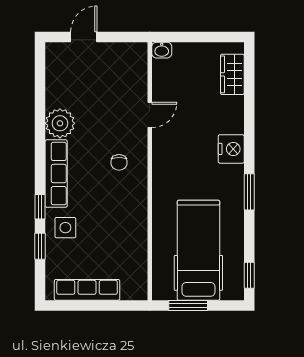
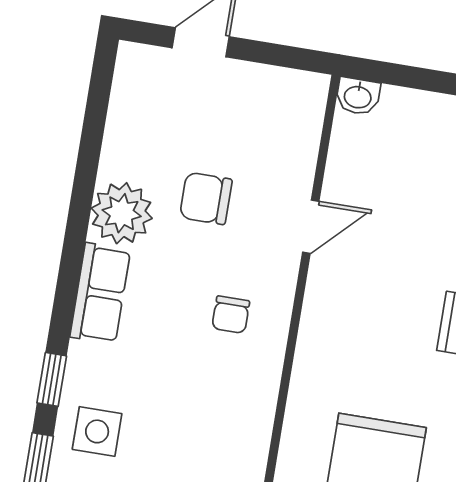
chair: (98, 110) -> (206, 198), added
row of seats: (56, 174) -> (100, 293), width x0.68

